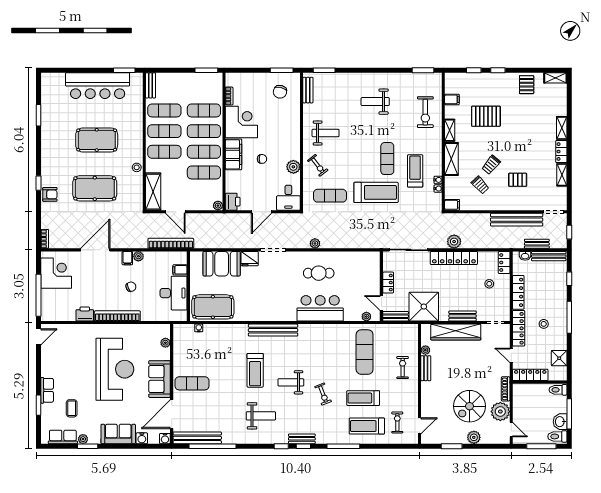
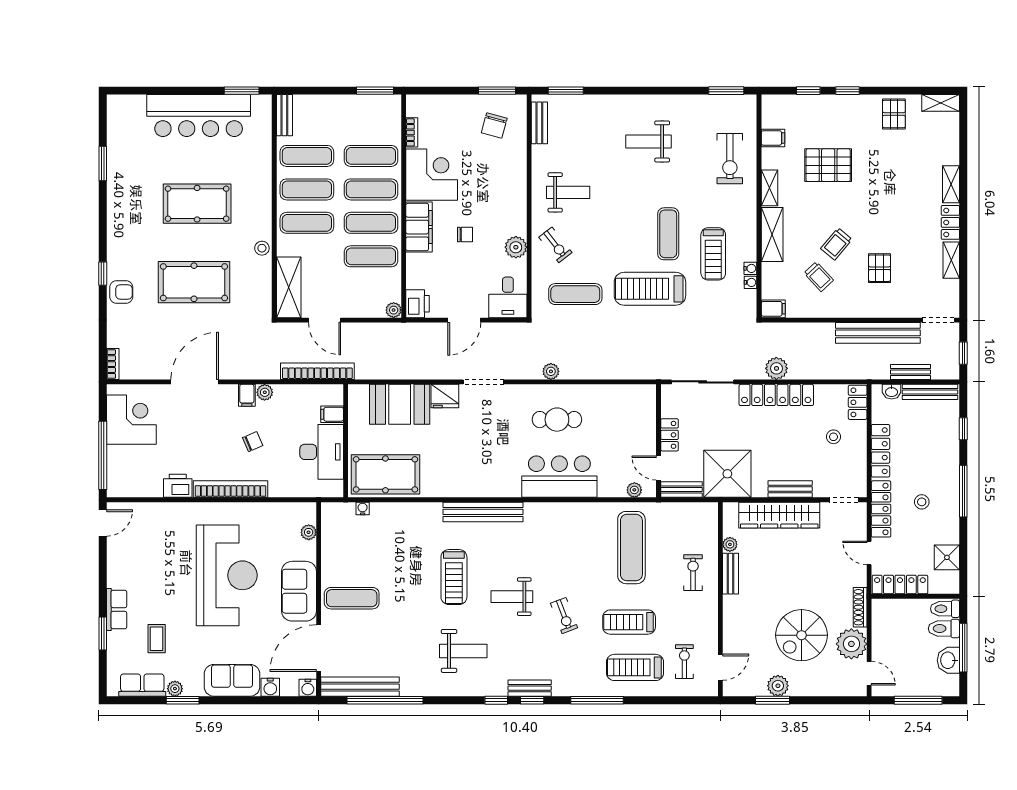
treadmill: (415, 171) -> (713, 254), turned 180
pallet: (518, 180) -> (880, 268), turned 90
treadmill: (376, 192) -> (650, 289), turned 180
toilet: (557, 436) -> (944, 629), moved
plant: (474, 437) -> (778, 686), moved

